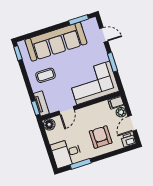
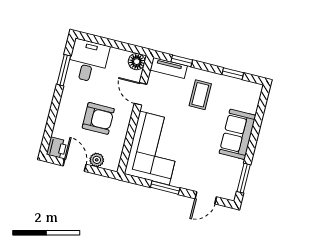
sofa: (56, 42) -> (237, 134), width x0.54, depth x0.79
window: (18, 53) -> (233, 74), moved
filing cabinet: (116, 102) -> (113, 161), removed
window: (36, 108) -> (182, 61), moved
armchair: (101, 137) -> (98, 118), moved

